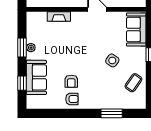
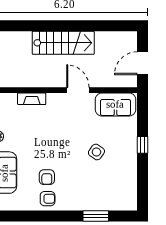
sofa: (136, 29) -> (115, 104), moved, turned -90
coffee table: (133, 83) -> (122, 179), removed

